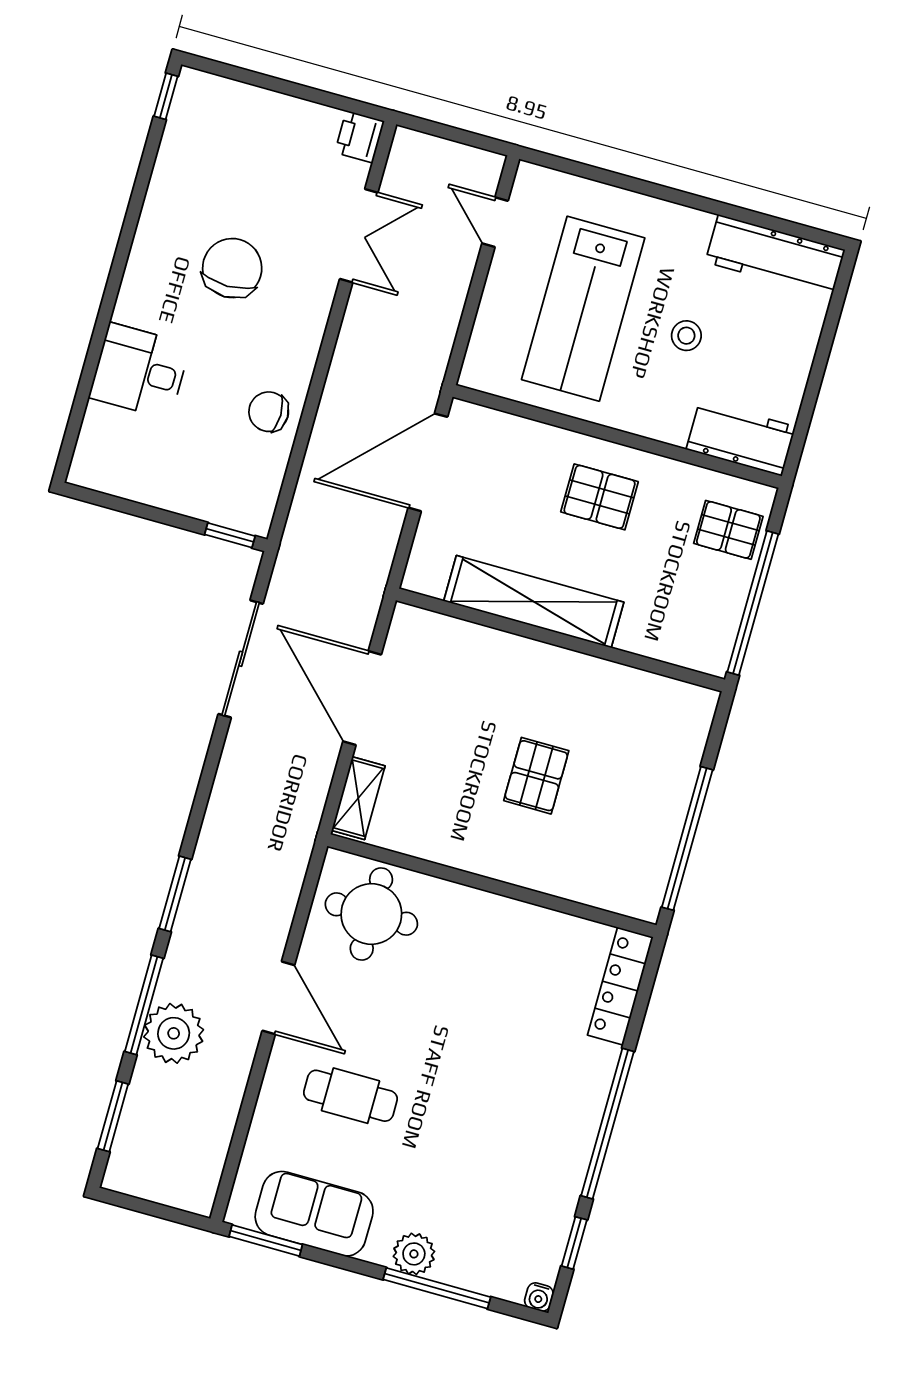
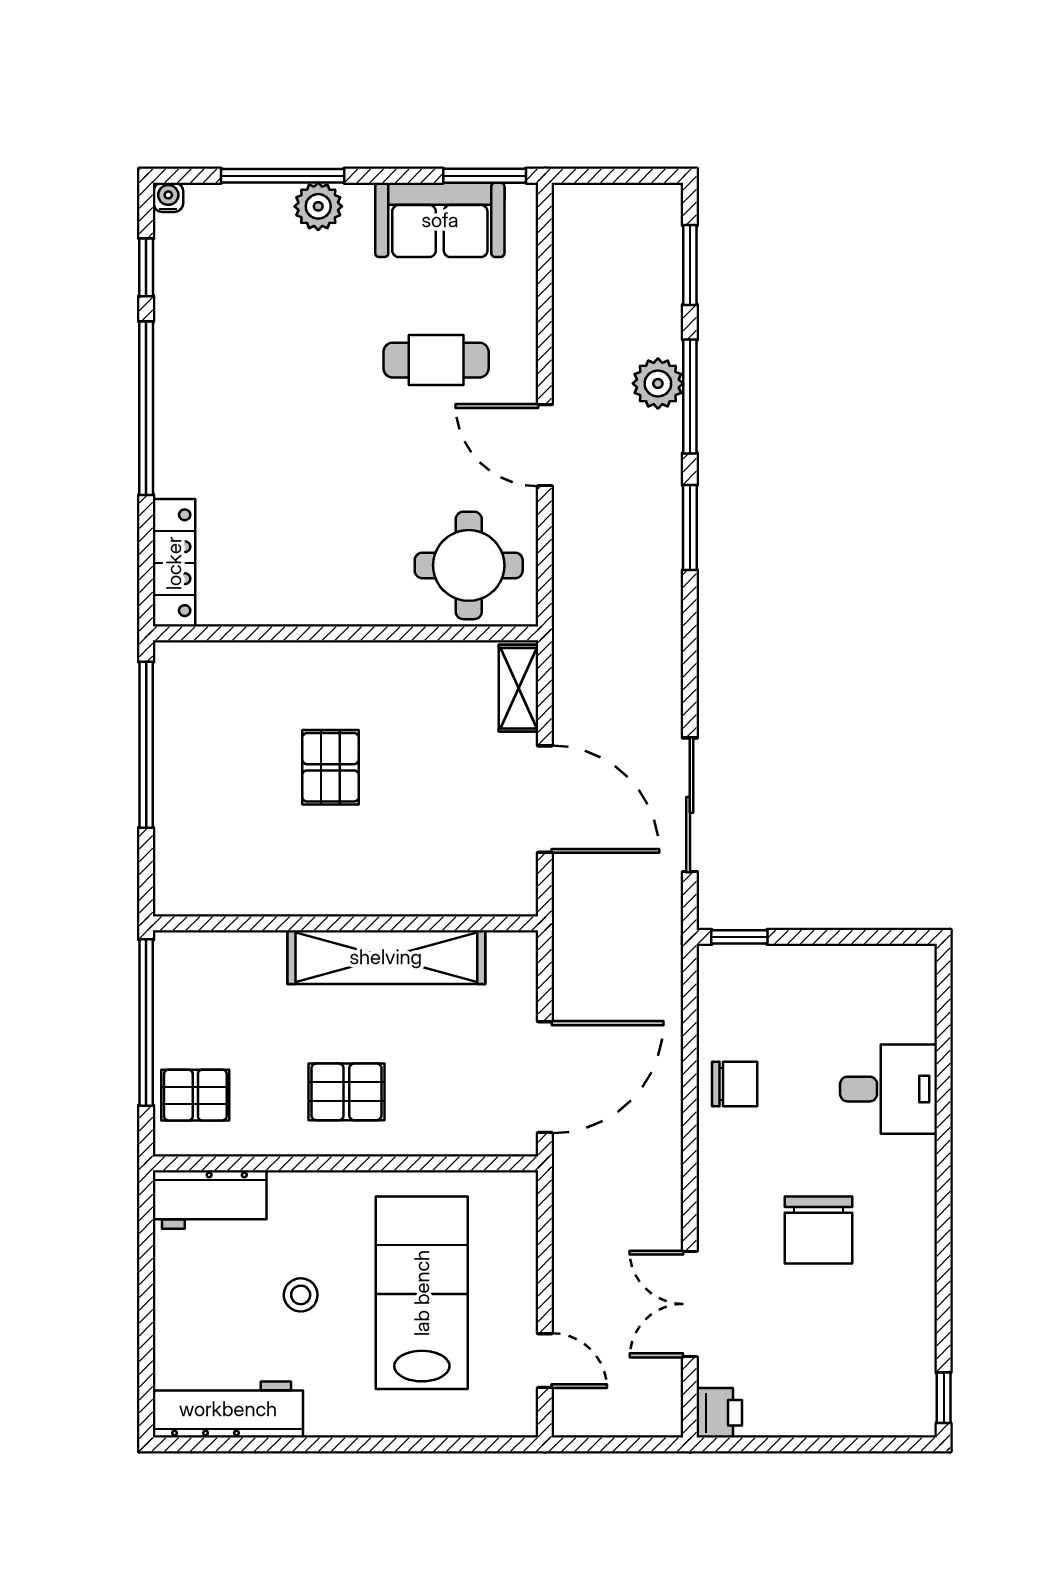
plant: (174, 1033) -> (658, 383), width x0.73, depth x0.73

